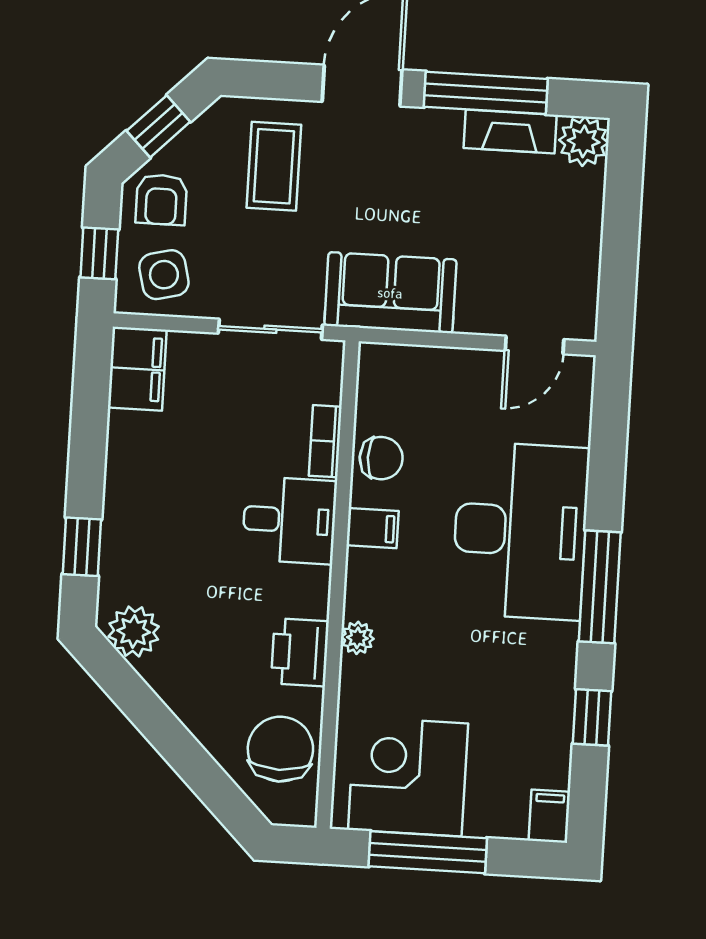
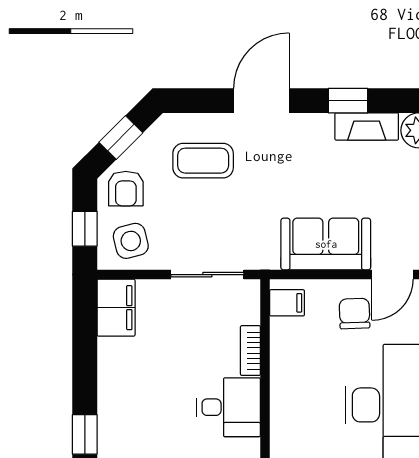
window: (486, 93) -> (348, 101), width x0.46
coffee table: (274, 166) -> (203, 161), turned 90
sofa: (390, 293) -> (326, 244), moved
chair: (381, 458) -> (355, 314), moved, turned -92
filing cabinet: (373, 528) -> (287, 303), moved

